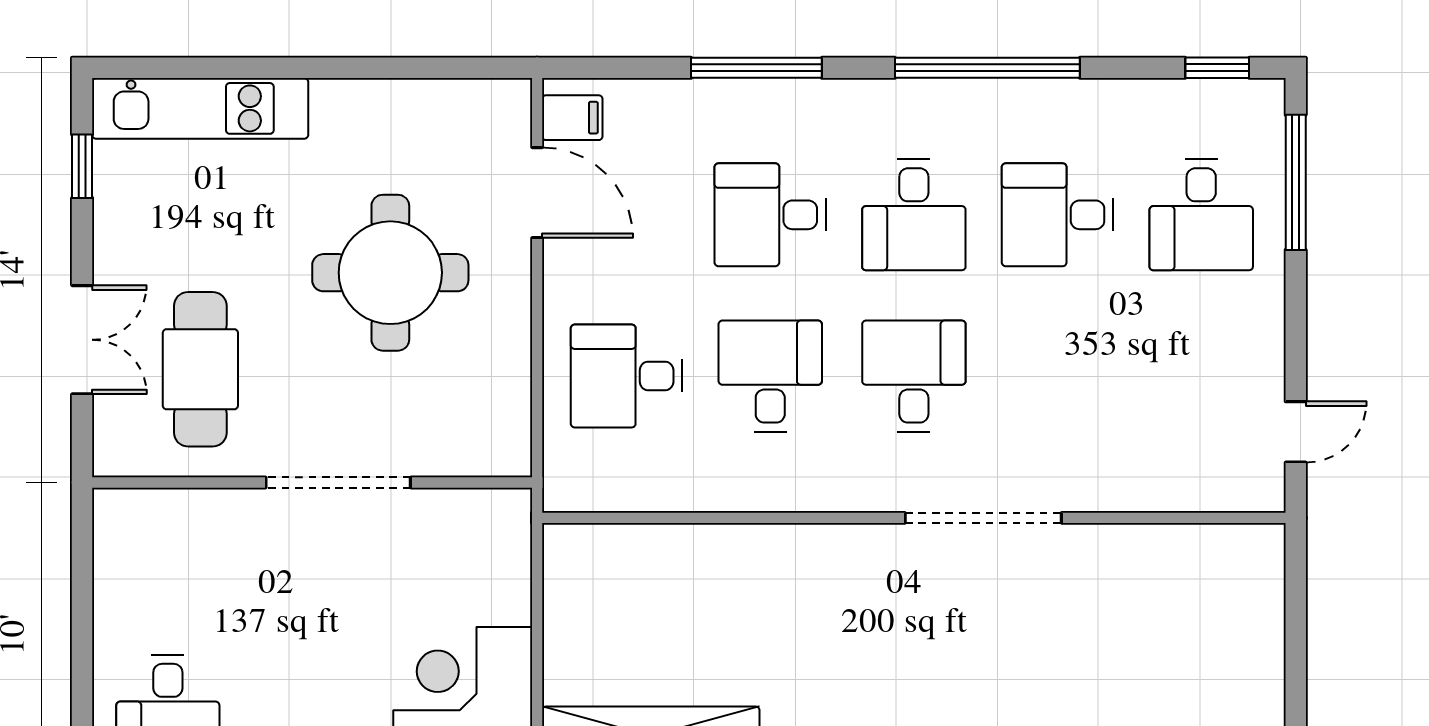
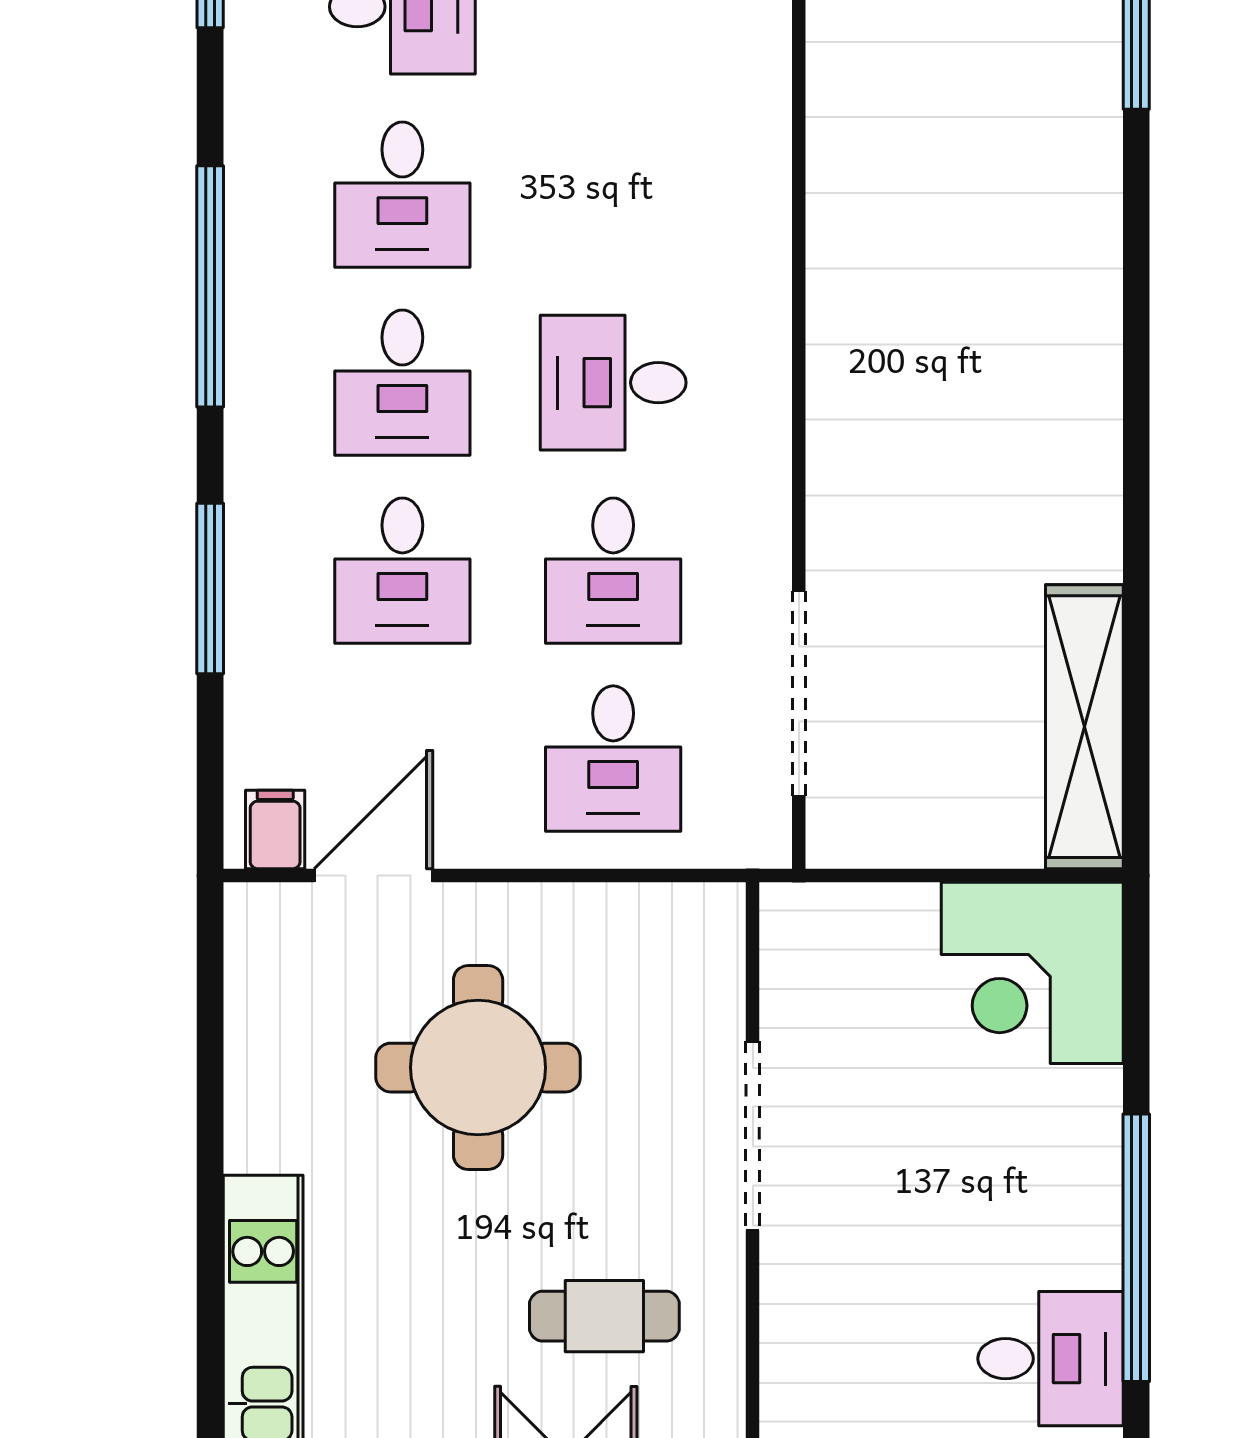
desk: (914, 215) -> (402, 383), turned 90
cafe table: (200, 369) -> (604, 1316), width x0.73, depth x0.74
desk: (770, 376) -> (613, 571), turned -90
doorway: (983, 518) -> (799, 693), moved

